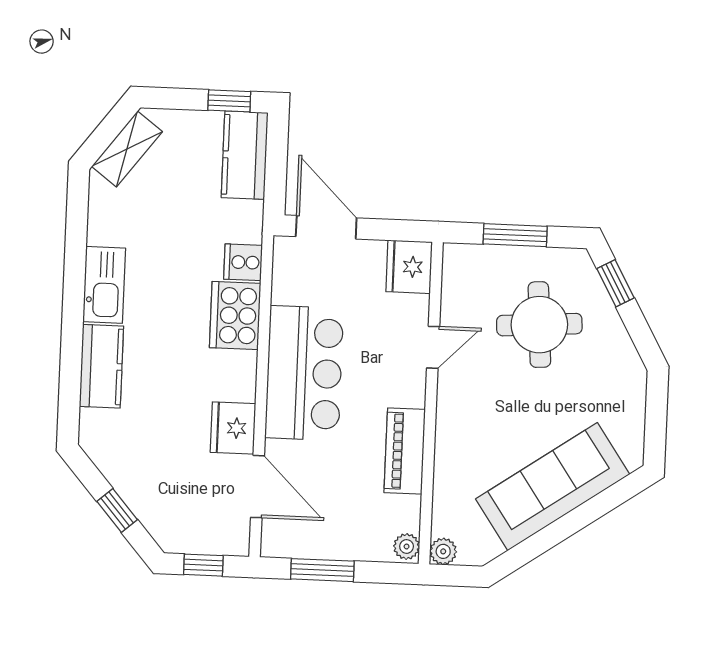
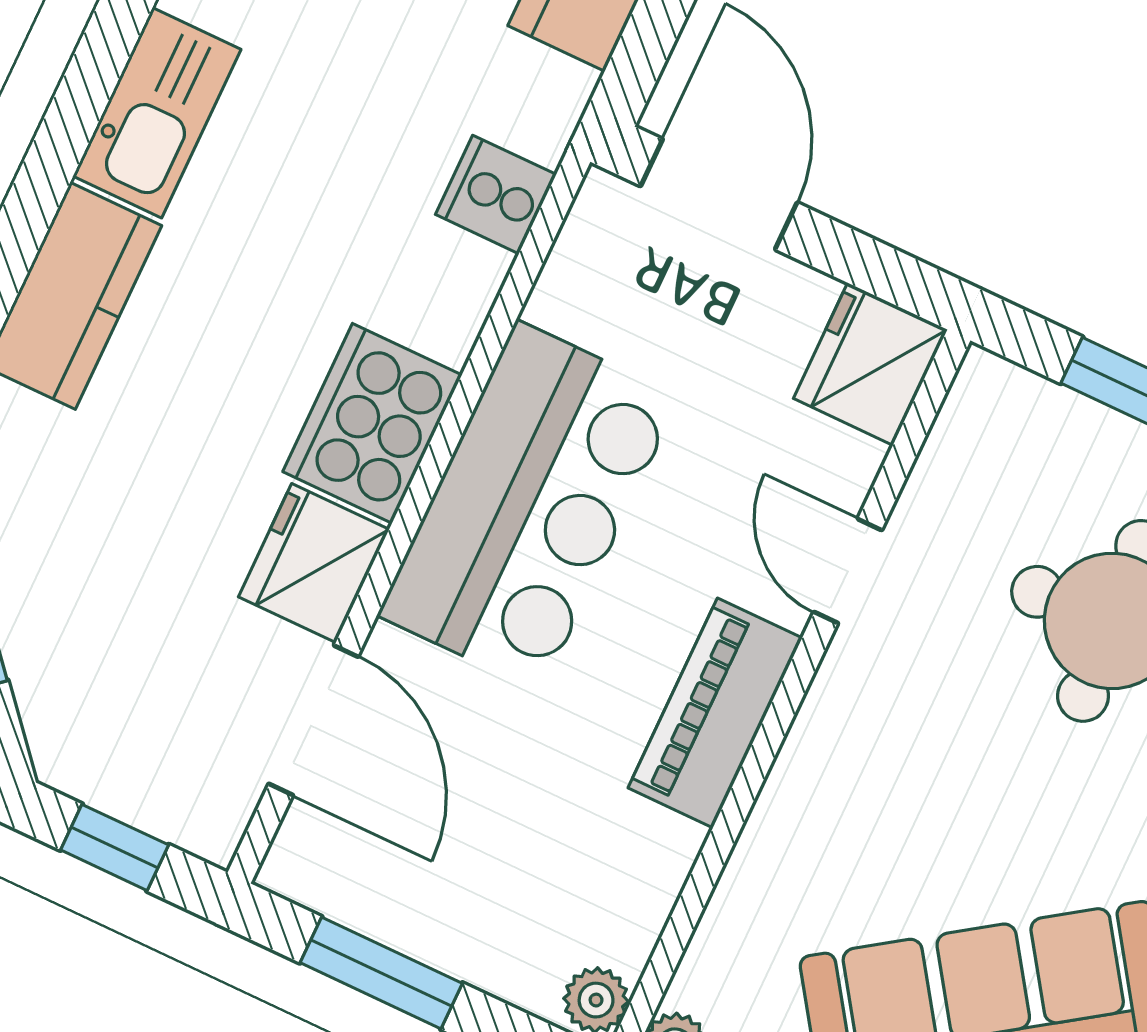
cooker: (235, 315) -> (372, 423), moved
door: (433, 347) -> (848, 571), swing flipped
piano: (405, 451) -> (715, 713), moved

